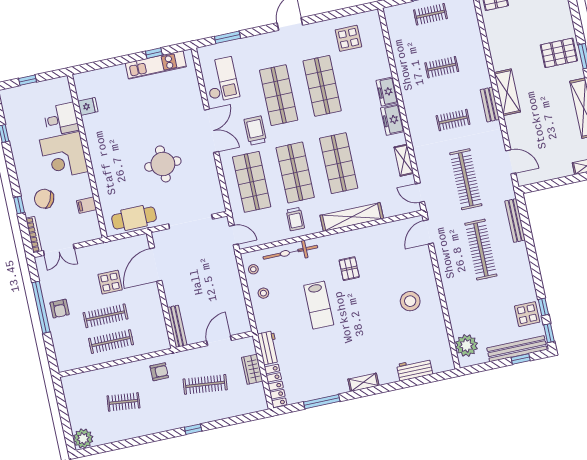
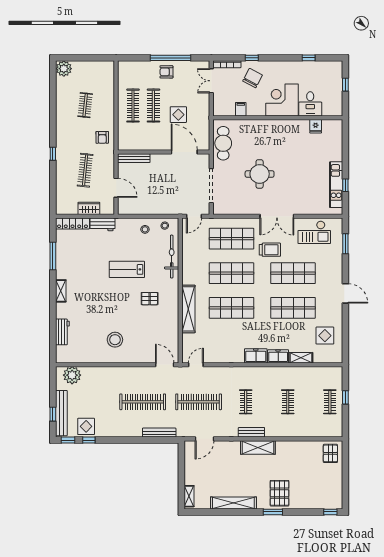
shelving: (404, 160) -> (301, 358), moved
trolley: (295, 219) -> (196, 266), removed

